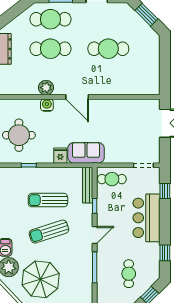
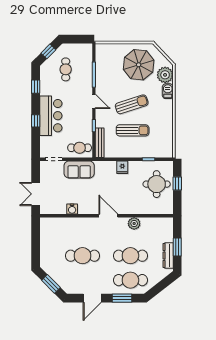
water cooler: (47, 105) -> (72, 209), moved
sofa: (86, 153) -> (79, 169), moved
window: (165, 191) -> (36, 121), moved
door: (95, 235) -> (94, 101), swing flipped

